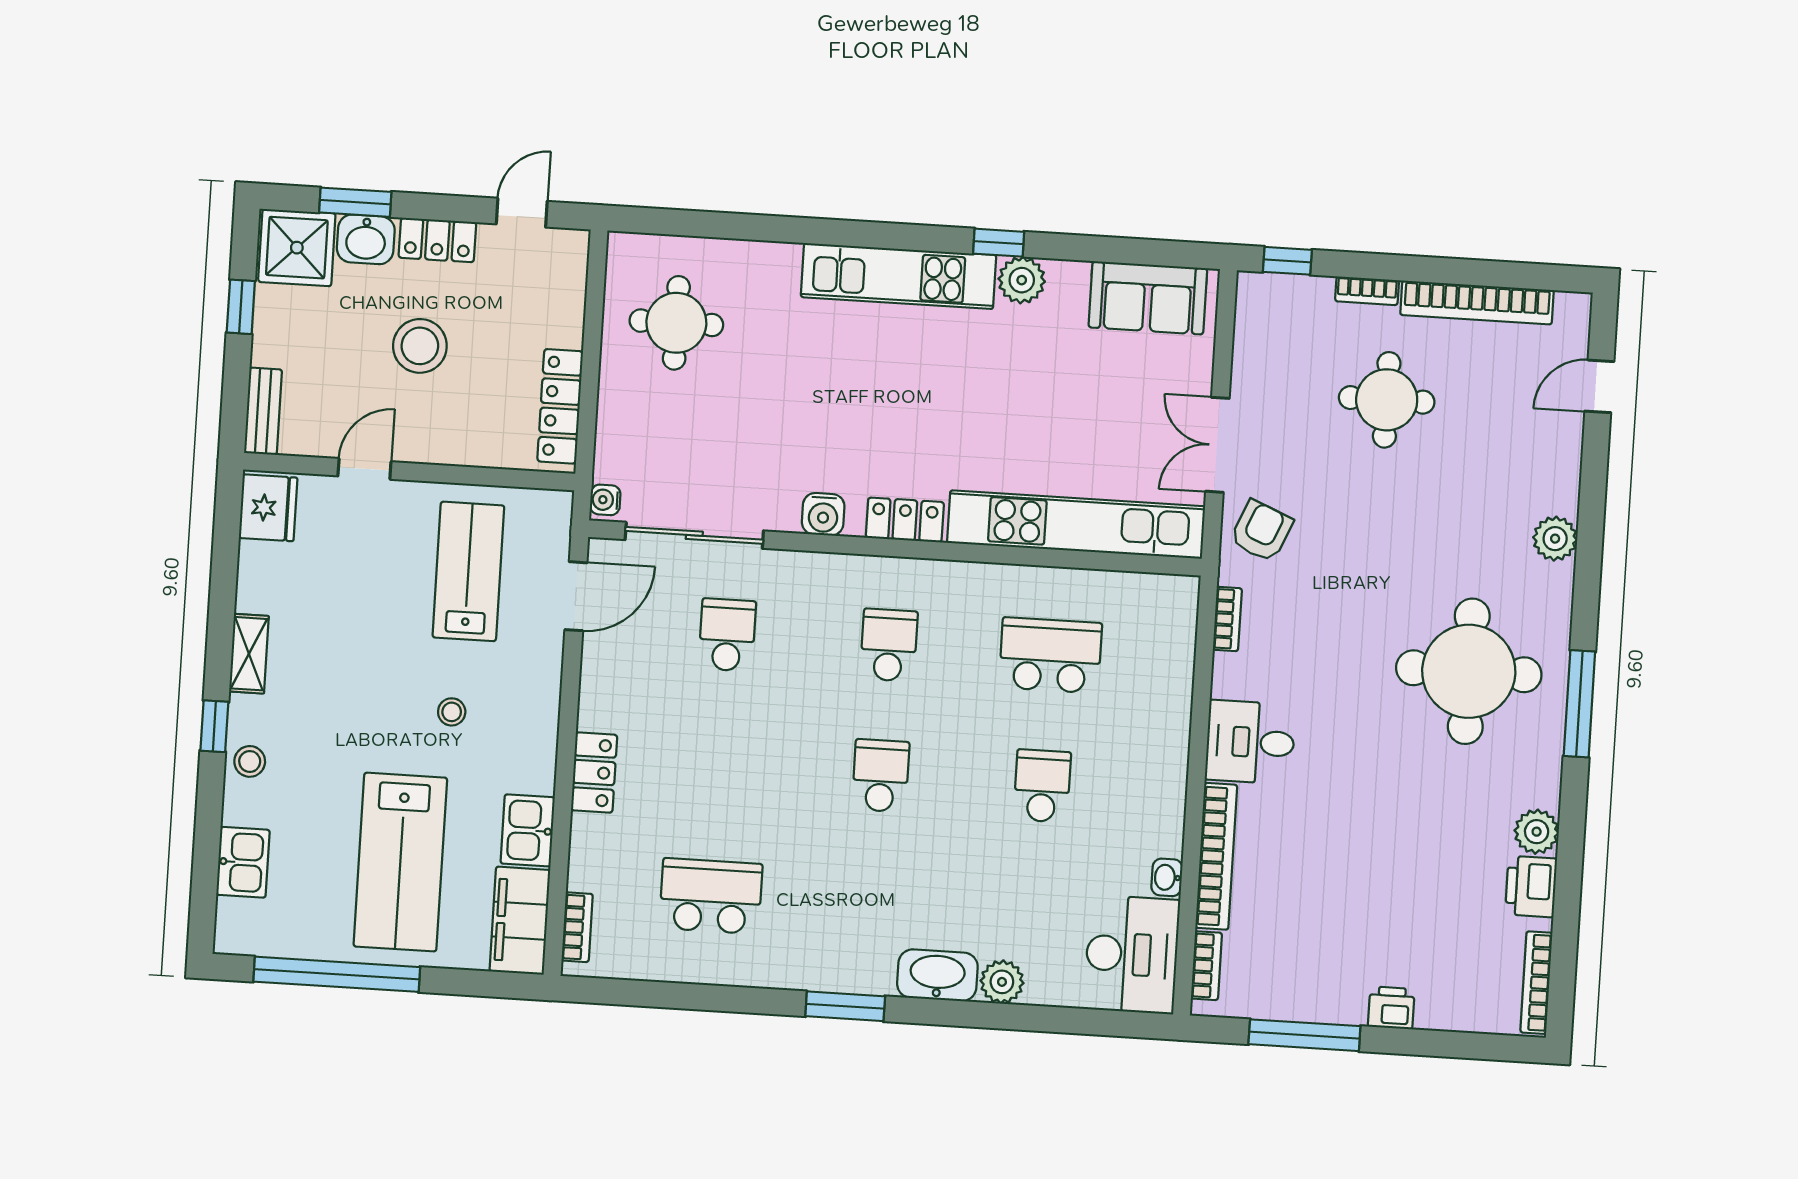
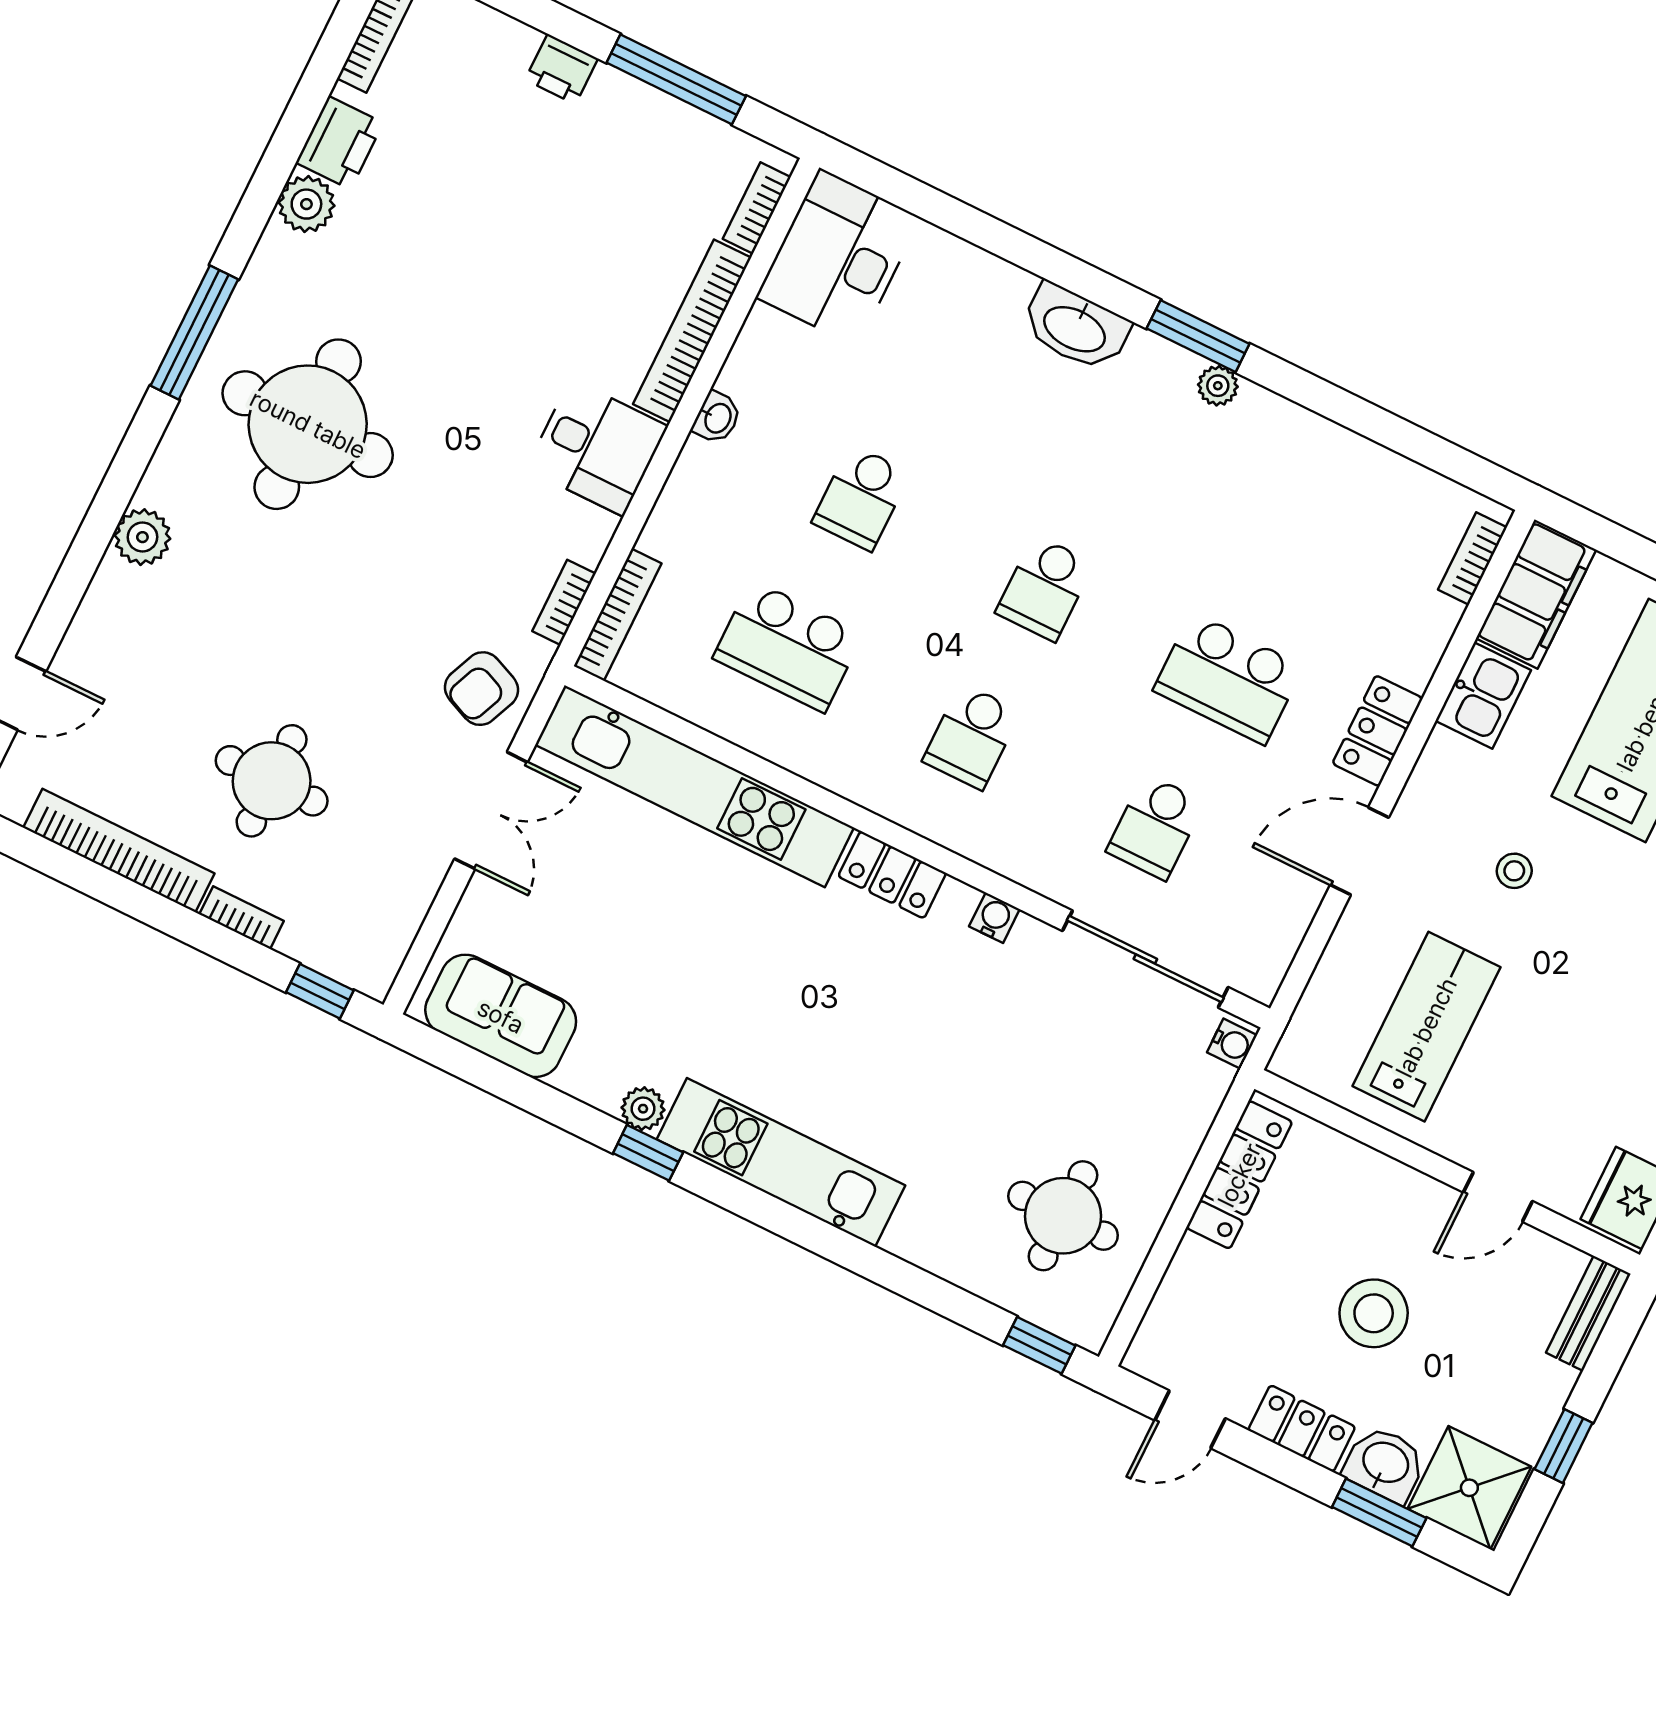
window: (654, 221) -> (1039, 1345), added
plant: (1022, 280) -> (643, 1109), width x0.73, depth x0.73
water cooler: (823, 514) -> (994, 918), width x0.72, depth x0.72
lab bench: (468, 571) -> (1426, 1027), turned 180
door: (576, 596) -> (1359, 851), moved
bookcase: (1184, 626) -> (618, 615), added
washbasin: (1167, 877) -> (717, 418), moved
school desk: (711, 896) -> (1228, 678), moved
plant: (1002, 982) -> (1218, 386), moved, width x0.73, depth x0.73

